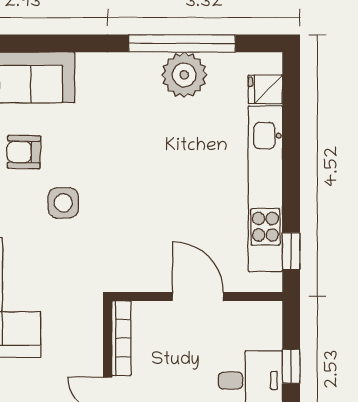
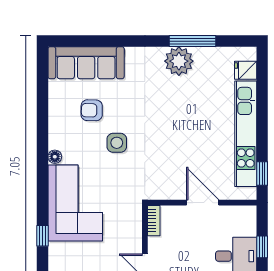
window: (182, 43) -> (192, 41), width x0.68
plant: (184, 75) -> (179, 61), moved
bookcase: (121, 338) -> (154, 221), width x0.64

